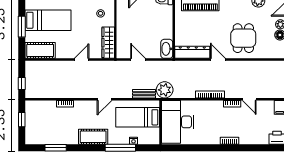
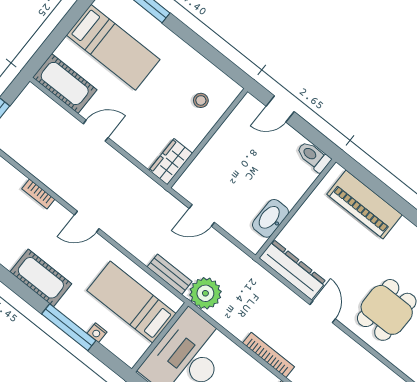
window: (22, 27) -> (66, 25), removed
wardrobe: (108, 43) -> (171, 162), width x0.67
washbasin: (167, 49) -> (270, 218), moved
door: (82, 60) -> (96, 131), moved
door: (138, 60) -> (202, 215), swing flipped
door: (105, 99) -> (87, 222), moved

